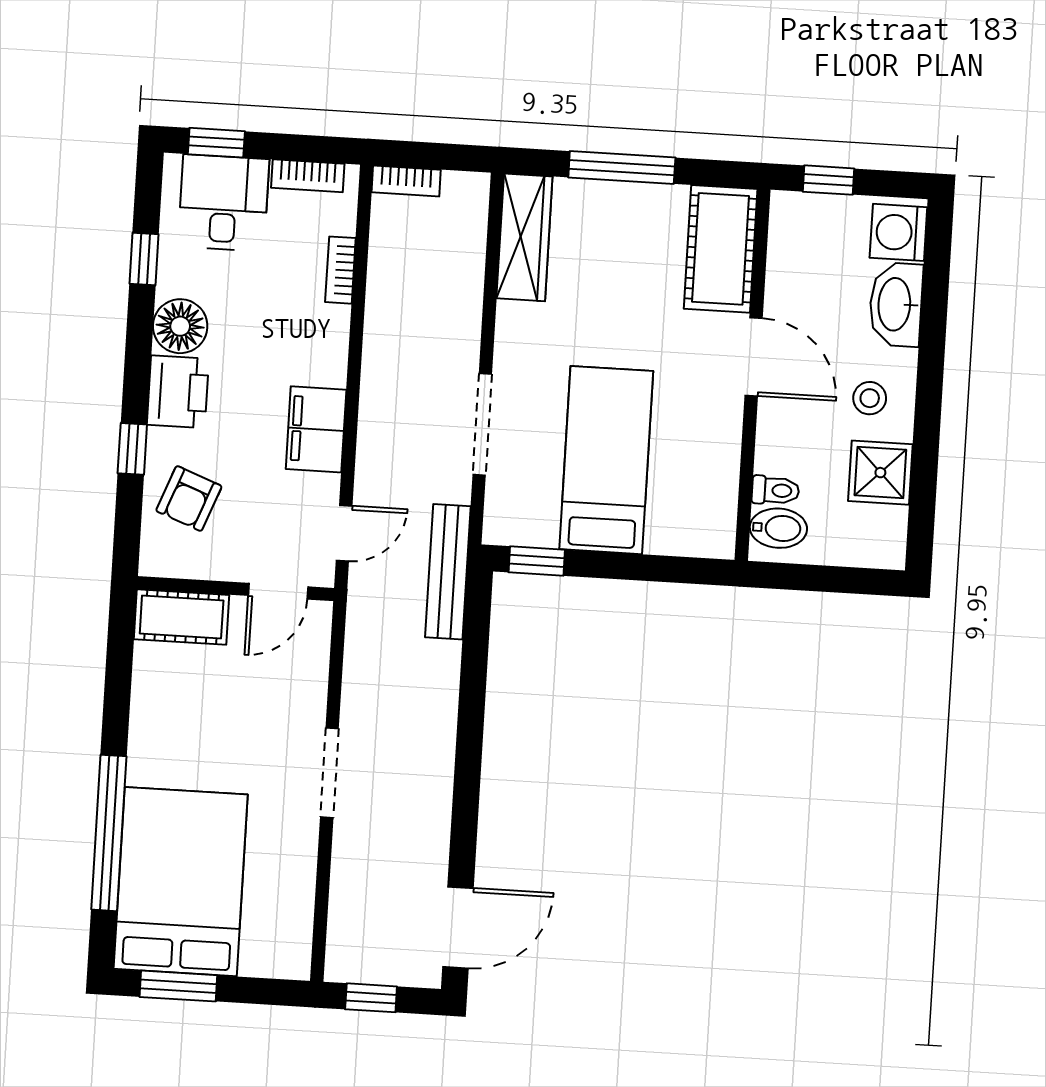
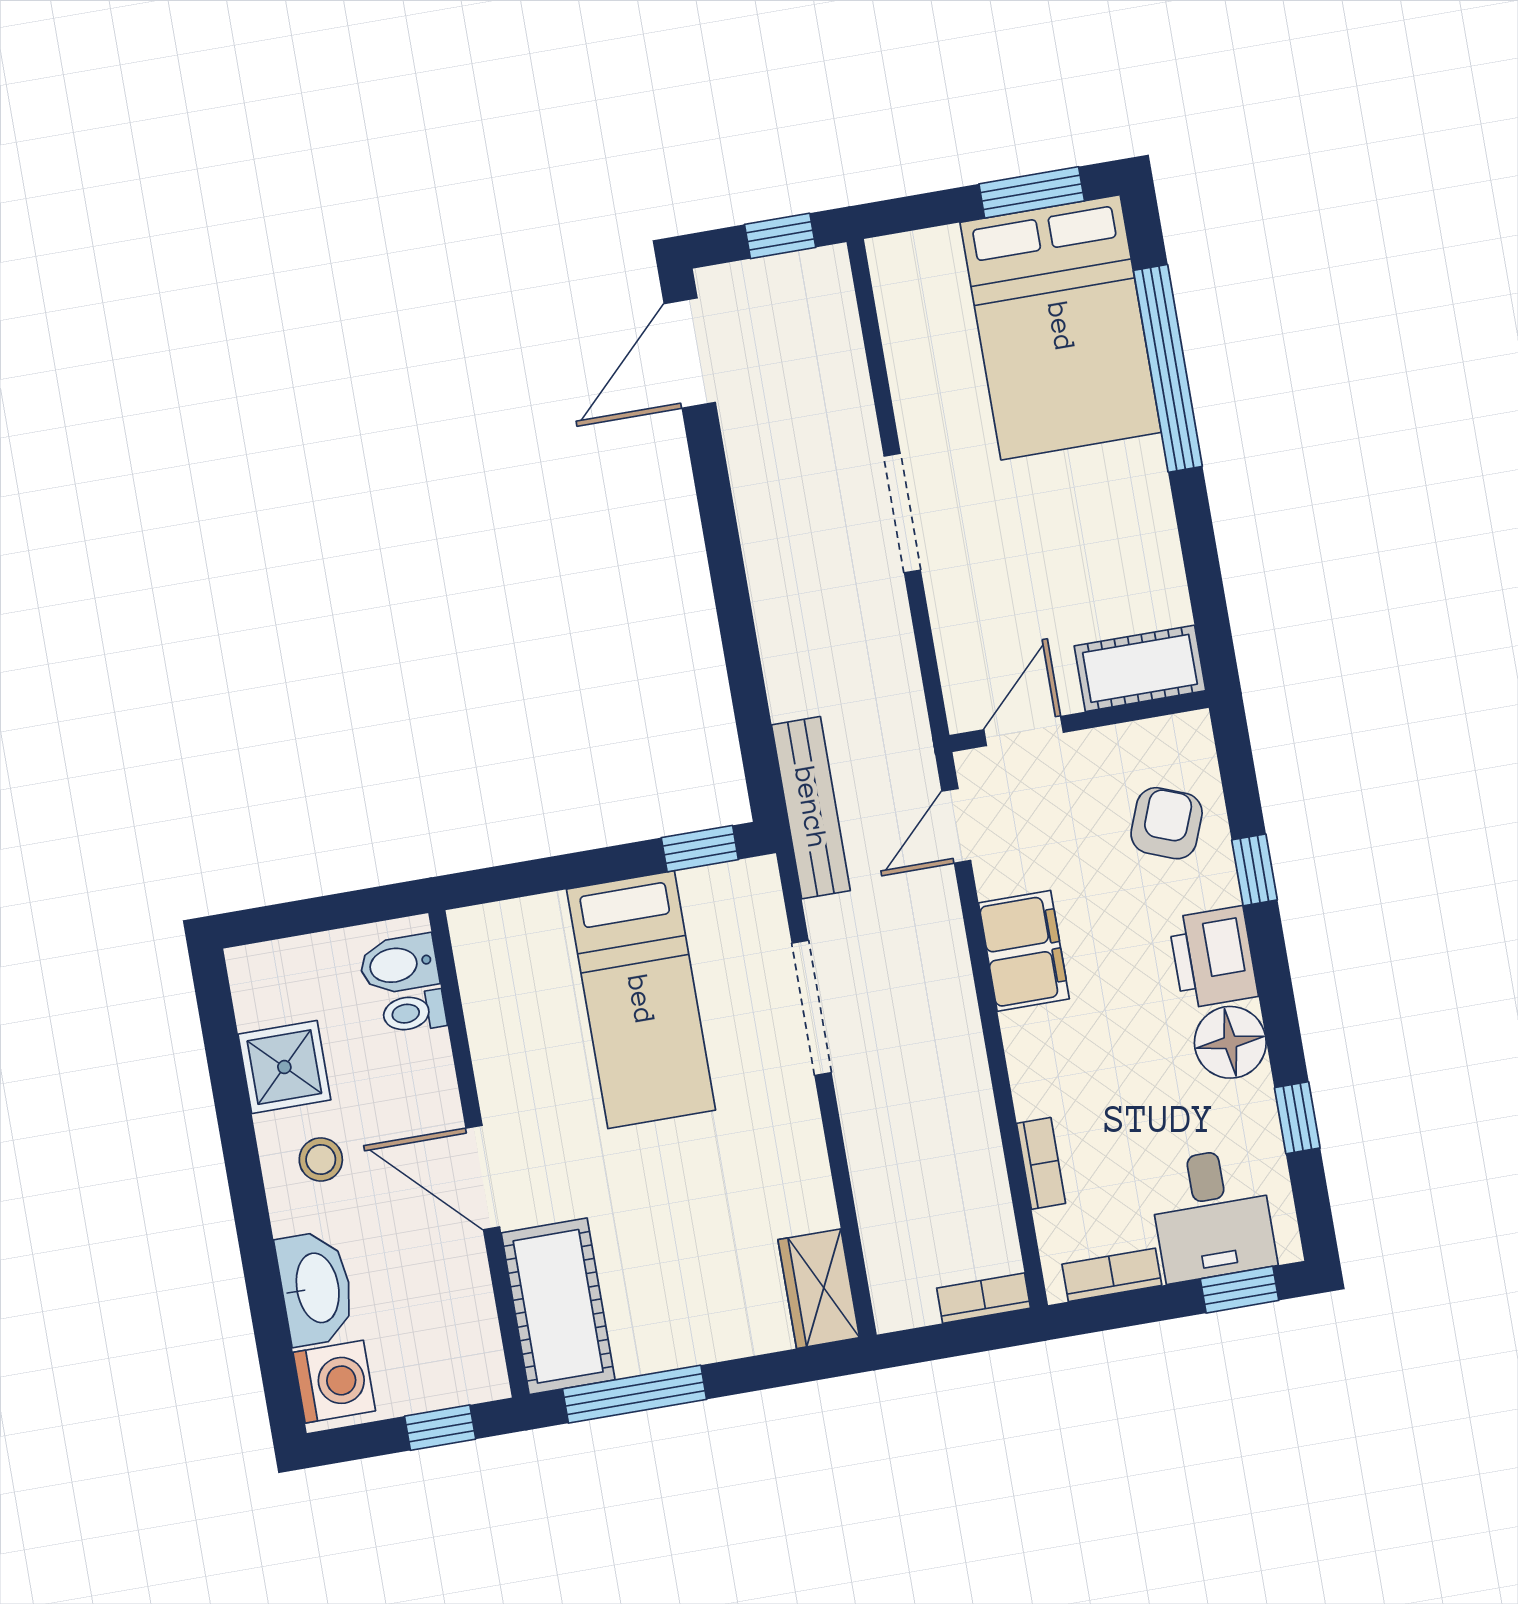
window: (622, 167) -> (635, 1394), moved
wardrobe: (524, 237) -> (819, 1289), width x0.67

